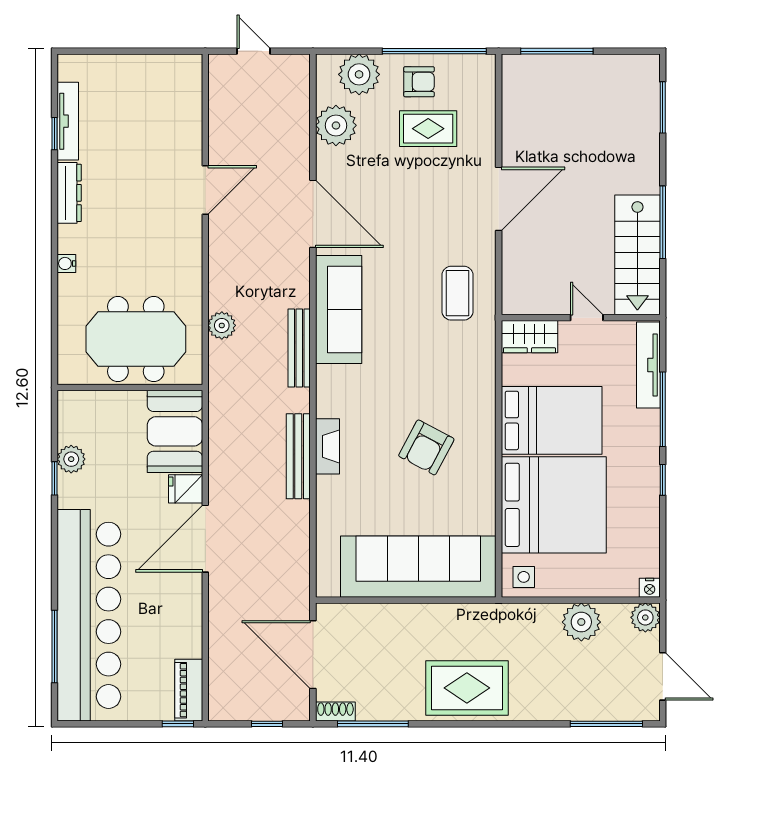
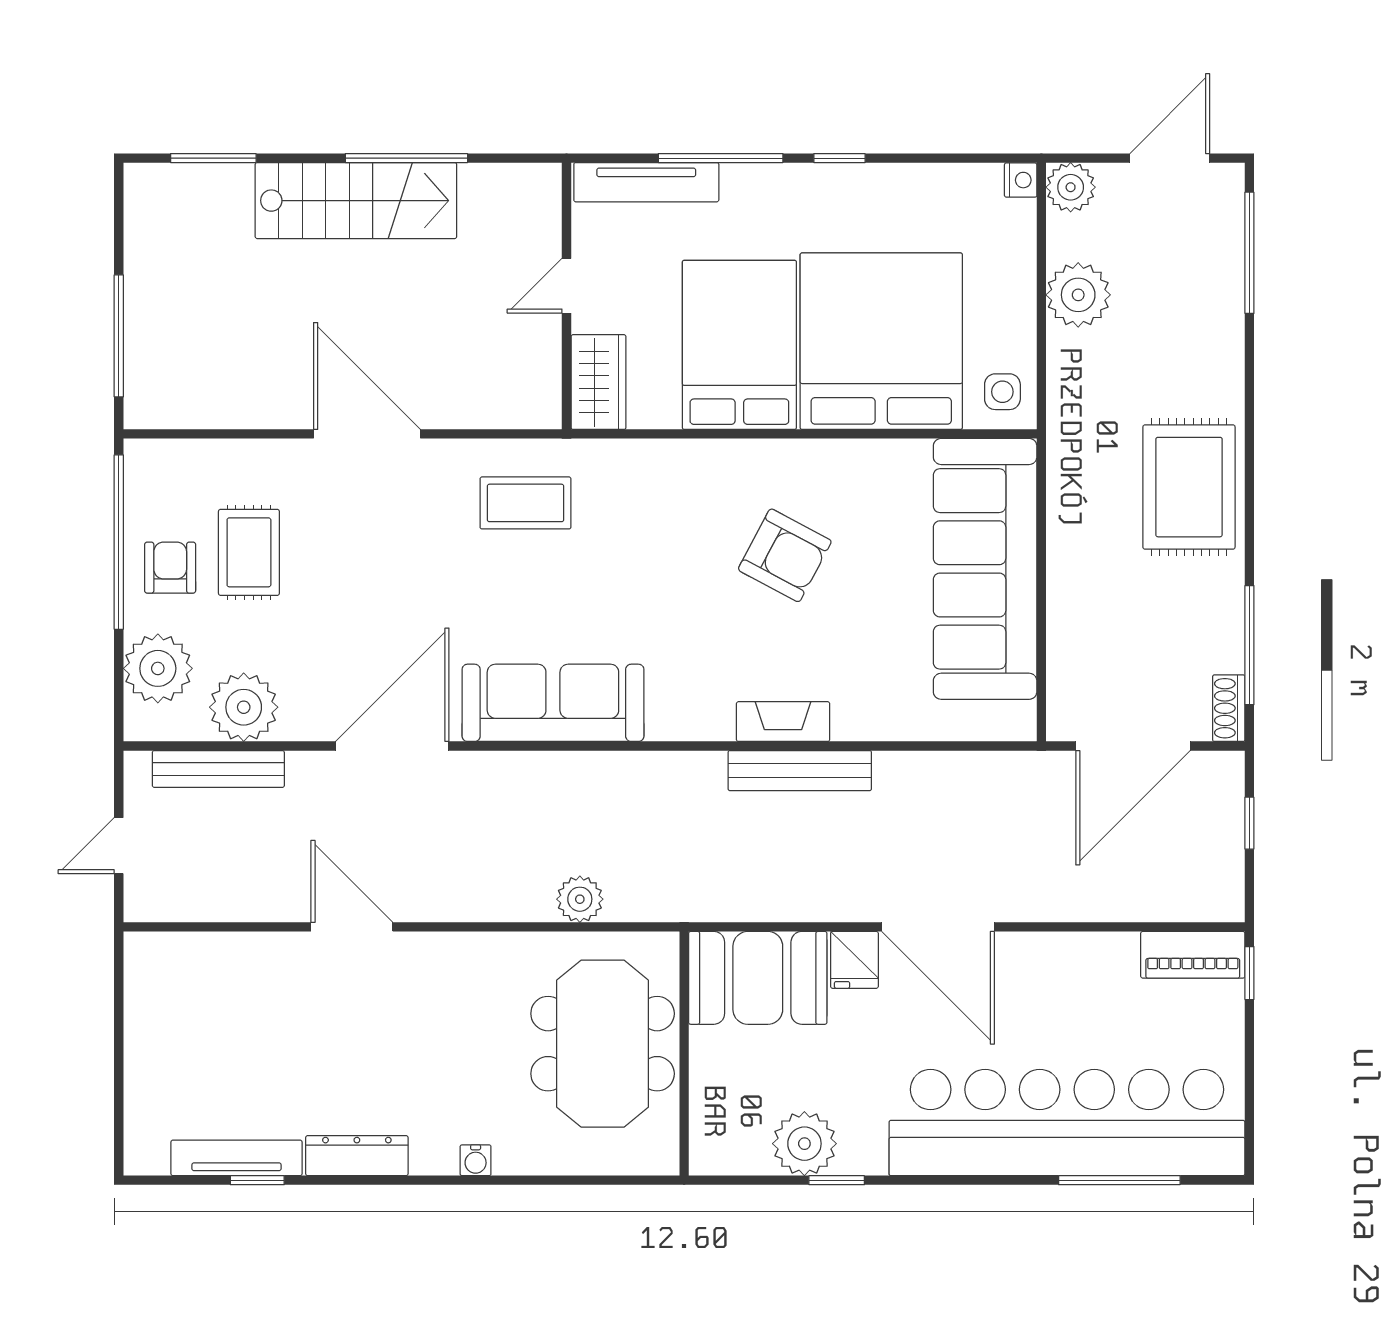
stairs: (637, 255) -> (356, 201), moved
bench: (299, 348) -> (218, 769), moved
plant: (71, 459) -> (804, 1144), width x1.36, depth x1.36

